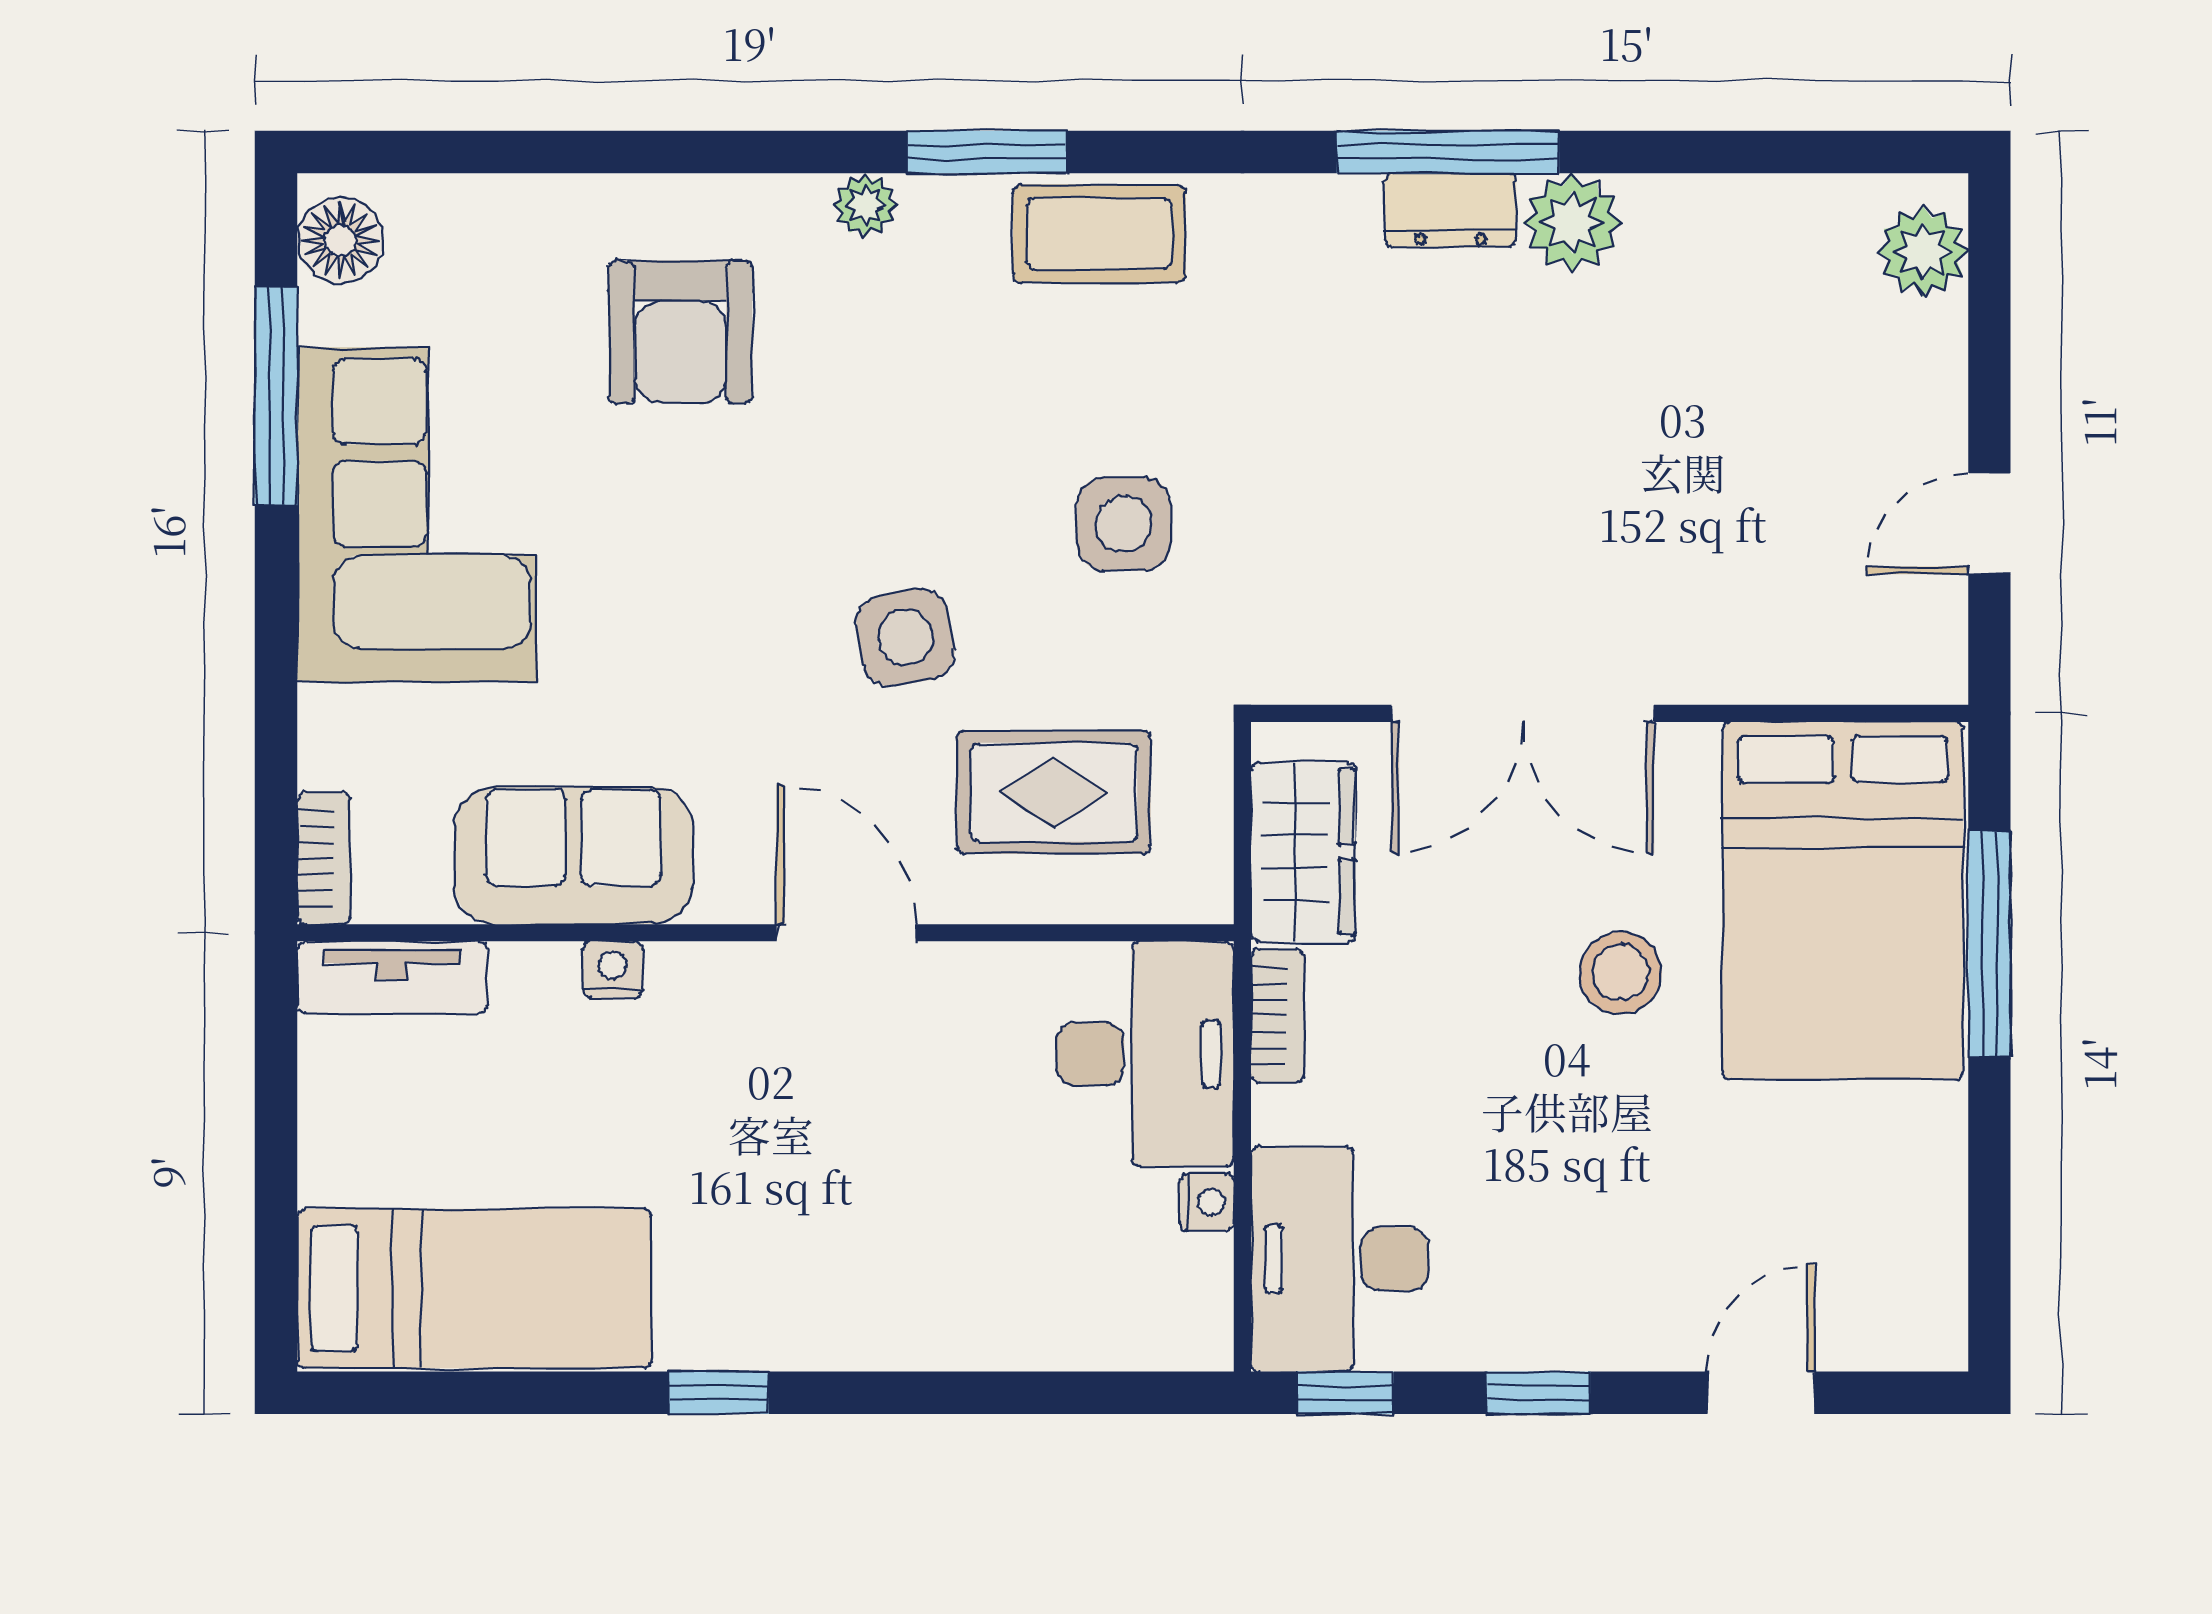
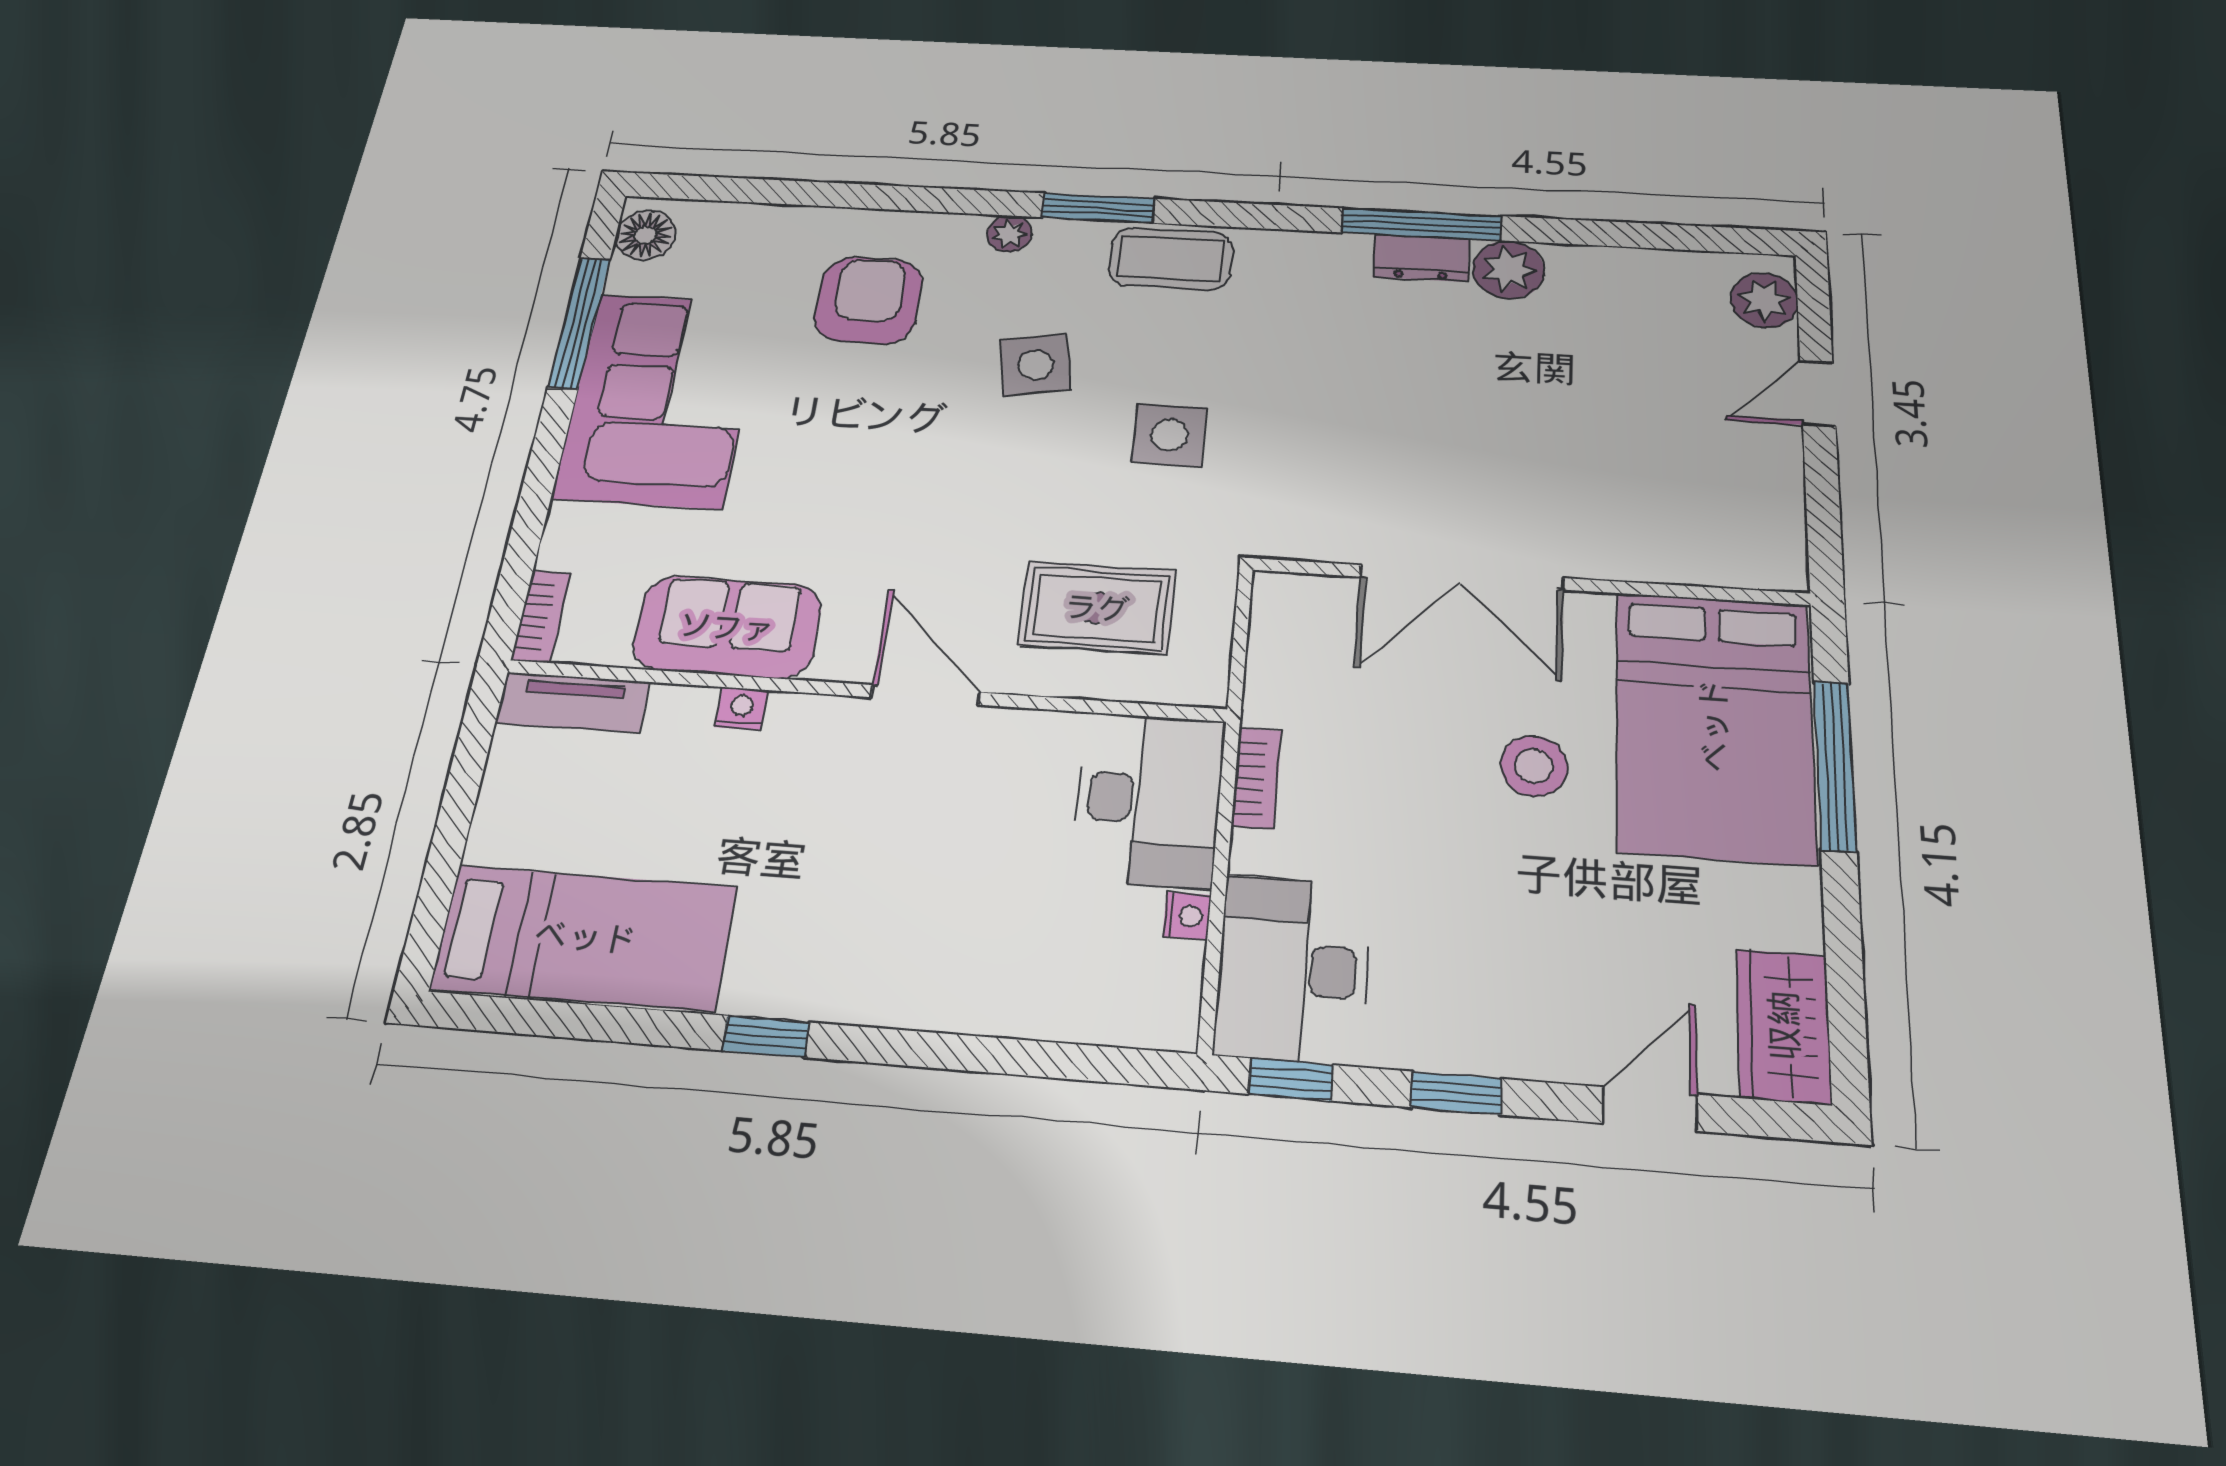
armchair: (681, 332) -> (868, 300), turned 180
door: (1989, 523) -> (1818, 394), moved
side table: (905, 638) -> (1036, 365), moved
wardrobe: (1303, 852) -> (1784, 1026), moved, turned 180

